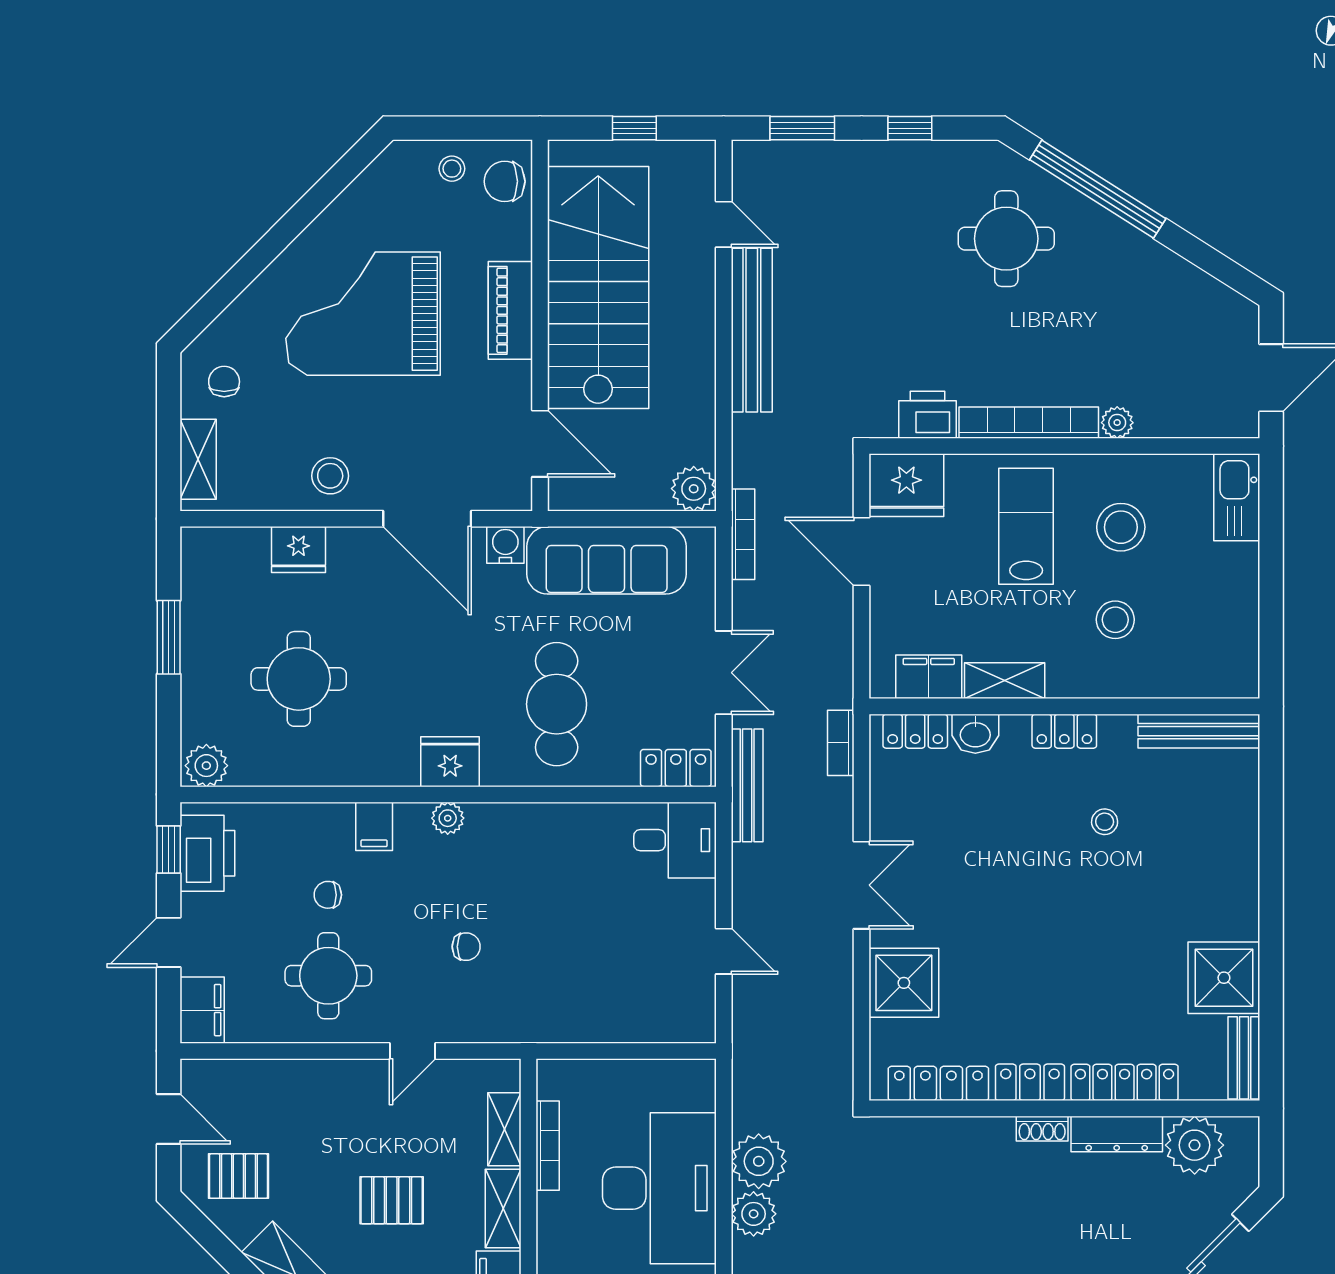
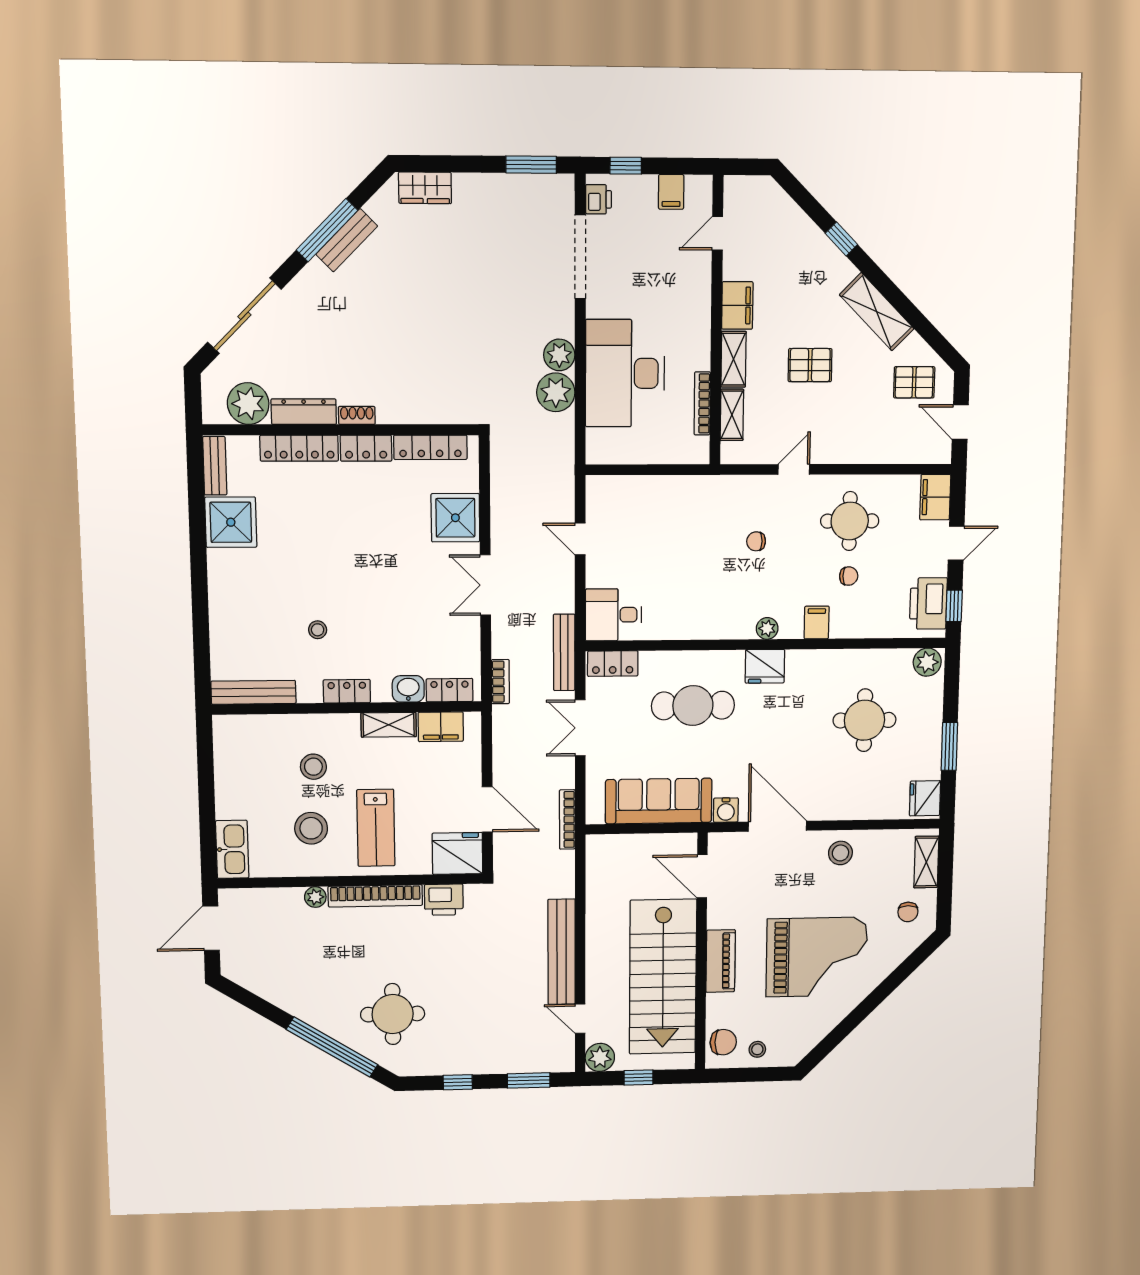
plant: (694, 489) -> (600, 1057), moved
fridge: (298, 550) -> (925, 798), moved, turned -90
cafe table: (557, 704) -> (693, 706), turned 90

